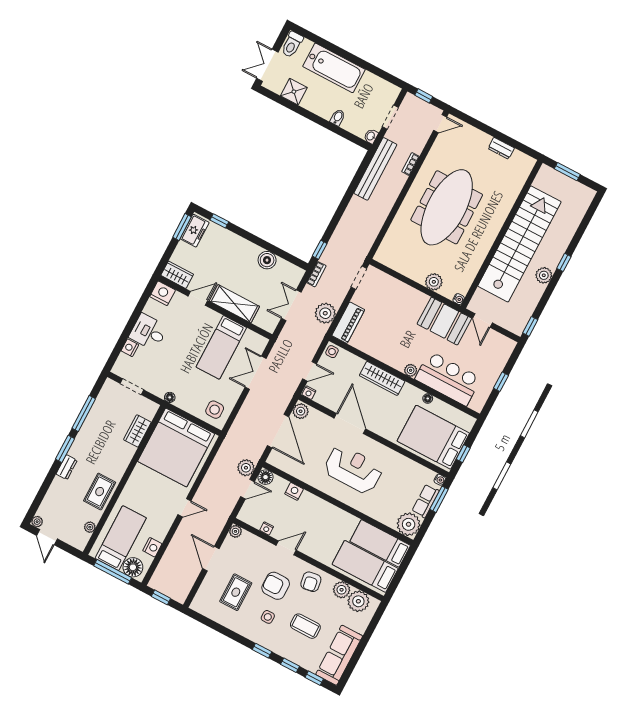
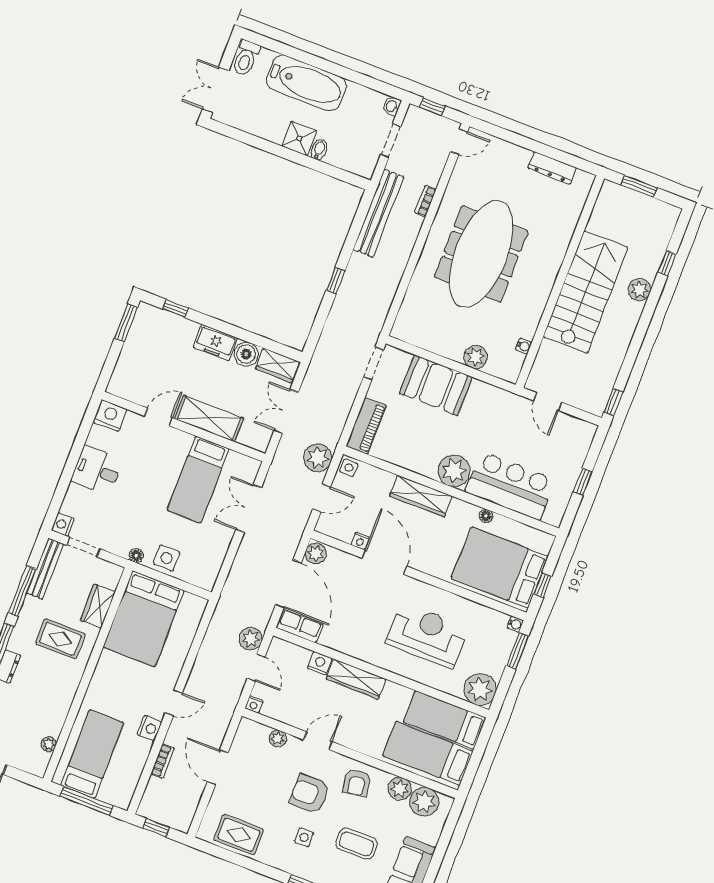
shower: (294, 92) -> (299, 138), moved
washbasin: (371, 136) -> (392, 106), moved
dresser: (501, 148) -> (552, 168), width x1.44
freezer: (195, 231) -> (215, 343), moved, turned 90
stairs: (519, 244) -> (586, 292), width x0.73
window: (320, 250) -> (336, 281), moved
window: (564, 262) -> (667, 263), moved
bookcase: (316, 274) -> (163, 761), moved
wardrobe: (177, 275) -> (277, 365), moved, turned 180
plant: (544, 275) -> (639, 290), moved
water cooler: (459, 299) -> (524, 346), moved
plant: (325, 313) -> (318, 458), moved
booth: (444, 321) -> (436, 385), moved
nightstand: (130, 348) -> (63, 525), moved
plant: (411, 370) -> (454, 471), width x1.88, depth x1.88
nightstand: (309, 393) -> (360, 541), moved
bench: (102, 399) -> (45, 569), added
side table: (215, 410) -> (166, 558), moved
bed: (176, 447) -> (144, 619), width x0.73
reception desk: (353, 469) -> (427, 635), moved
floor lamp: (265, 477) -> (279, 648), removed
door: (247, 489) -> (256, 668), hinge flipped
rug: (100, 492) -> (60, 639), moved, turned 90
row of seats: (426, 501) -> (300, 626), moved, turned 90
wardrobe: (319, 506) -> (356, 679), added
nightstand: (267, 528) -> (254, 704), moved
plant: (235, 531) -> (278, 739), moved
nightstand: (152, 547) -> (149, 728), moved
floor lamp: (133, 567) -> (113, 792), removed
rug: (236, 592) -> (239, 835), moved, turned 90

